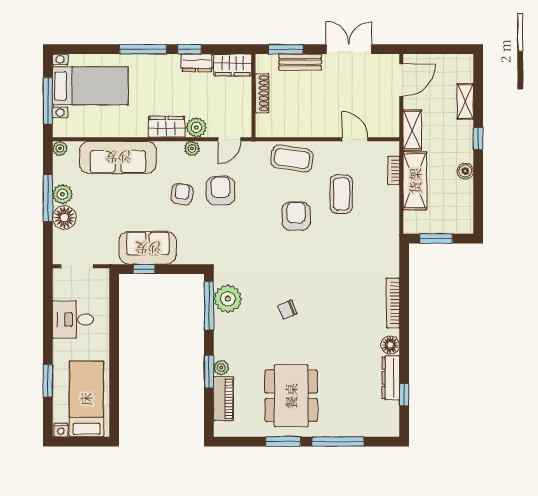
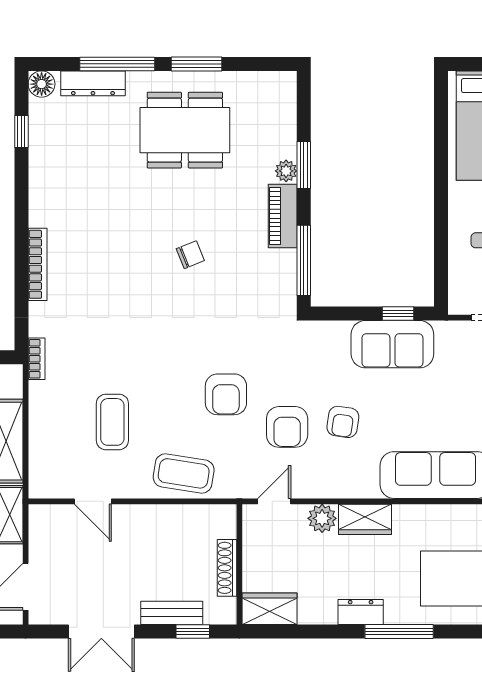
window: (190, 49) -> (332, 632), removed
window: (286, 49) -> (193, 632), width x0.67
dresser: (197, 63) -> (361, 612), moved
plant: (192, 148) -> (329, 488), removed
bookcase: (394, 171) -> (37, 359), moved
armchair: (296, 216) -> (226, 394), moved
plant: (228, 299) -> (277, 270), removed
floor lamp: (390, 345) -> (42, 84), moved
dresser: (391, 378) -> (93, 83), moved, turned 90
dining table: (291, 396) -> (185, 130), turned 90
piano: (224, 399) -> (283, 216), moved

